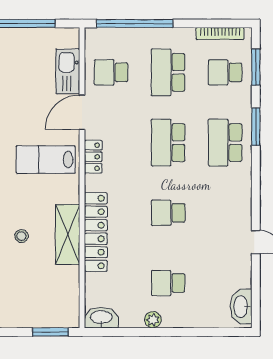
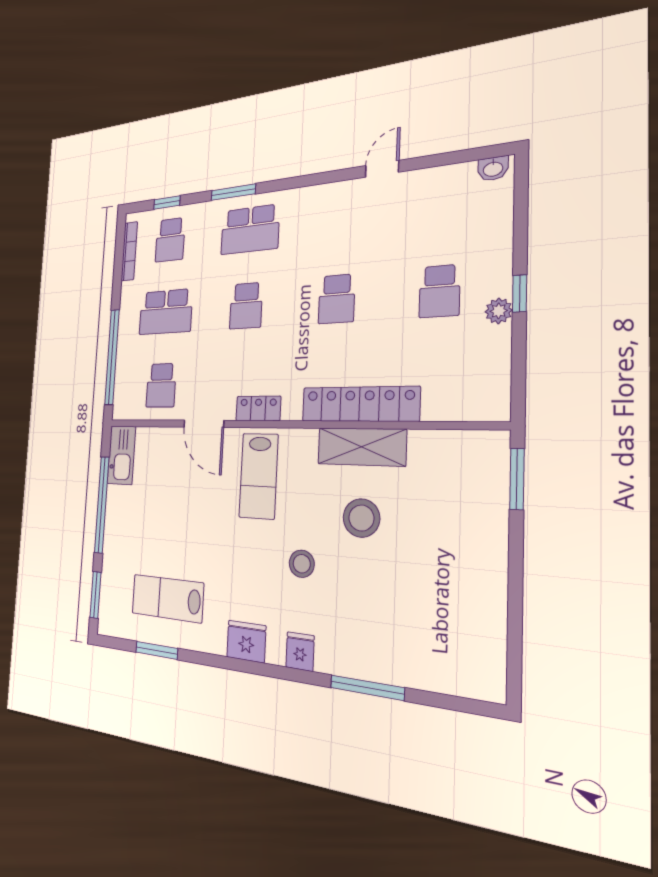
window: (256, 67) -> (167, 203), width x0.67
kitchen sink: (68, 71) -> (121, 455), moved, turned -90
school desk: (168, 143) -> (246, 306), width x0.54
stool: (21, 236) -> (361, 518), width x1.89, depth x1.89
washbasin: (241, 307) -> (493, 169), width x0.52, depth x0.69
washbasin: (101, 318) -> (494, 394), removed
window: (163, 332) -> (520, 293), added

